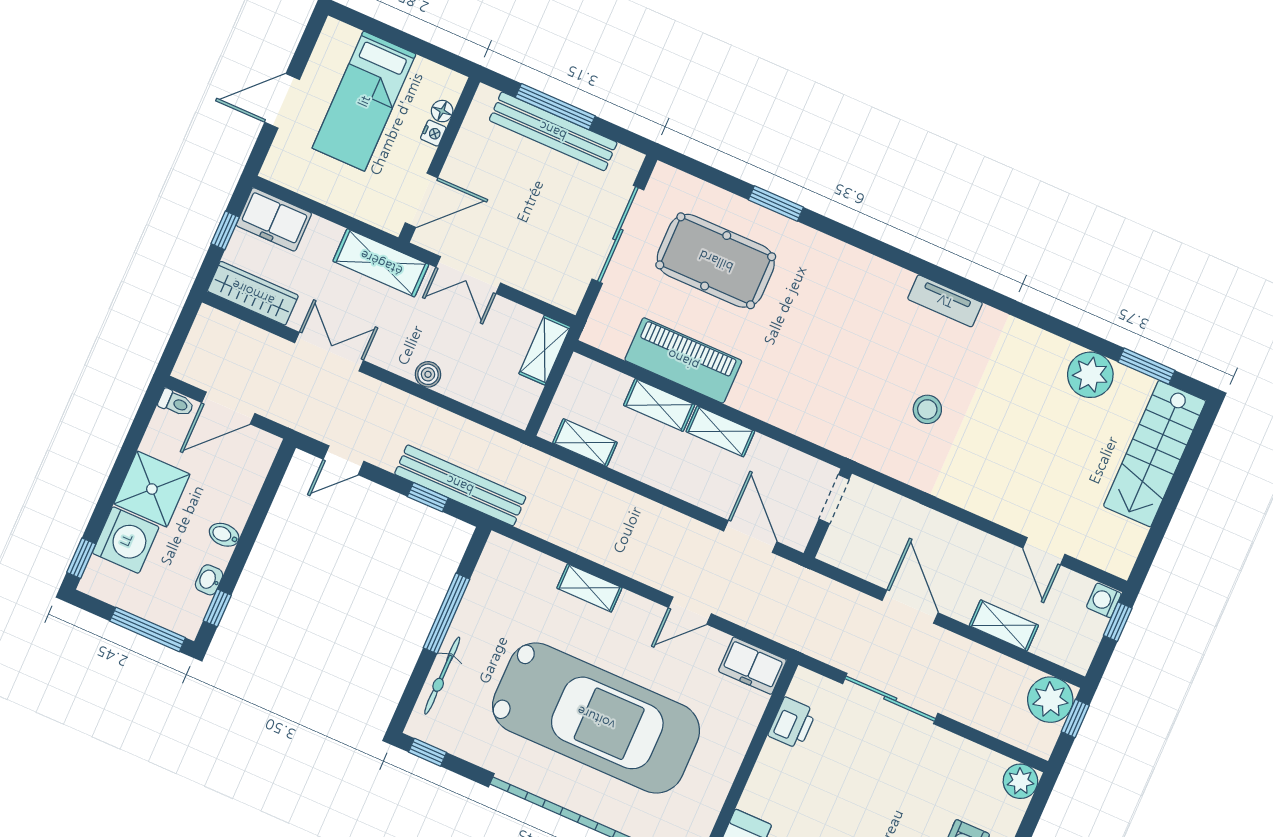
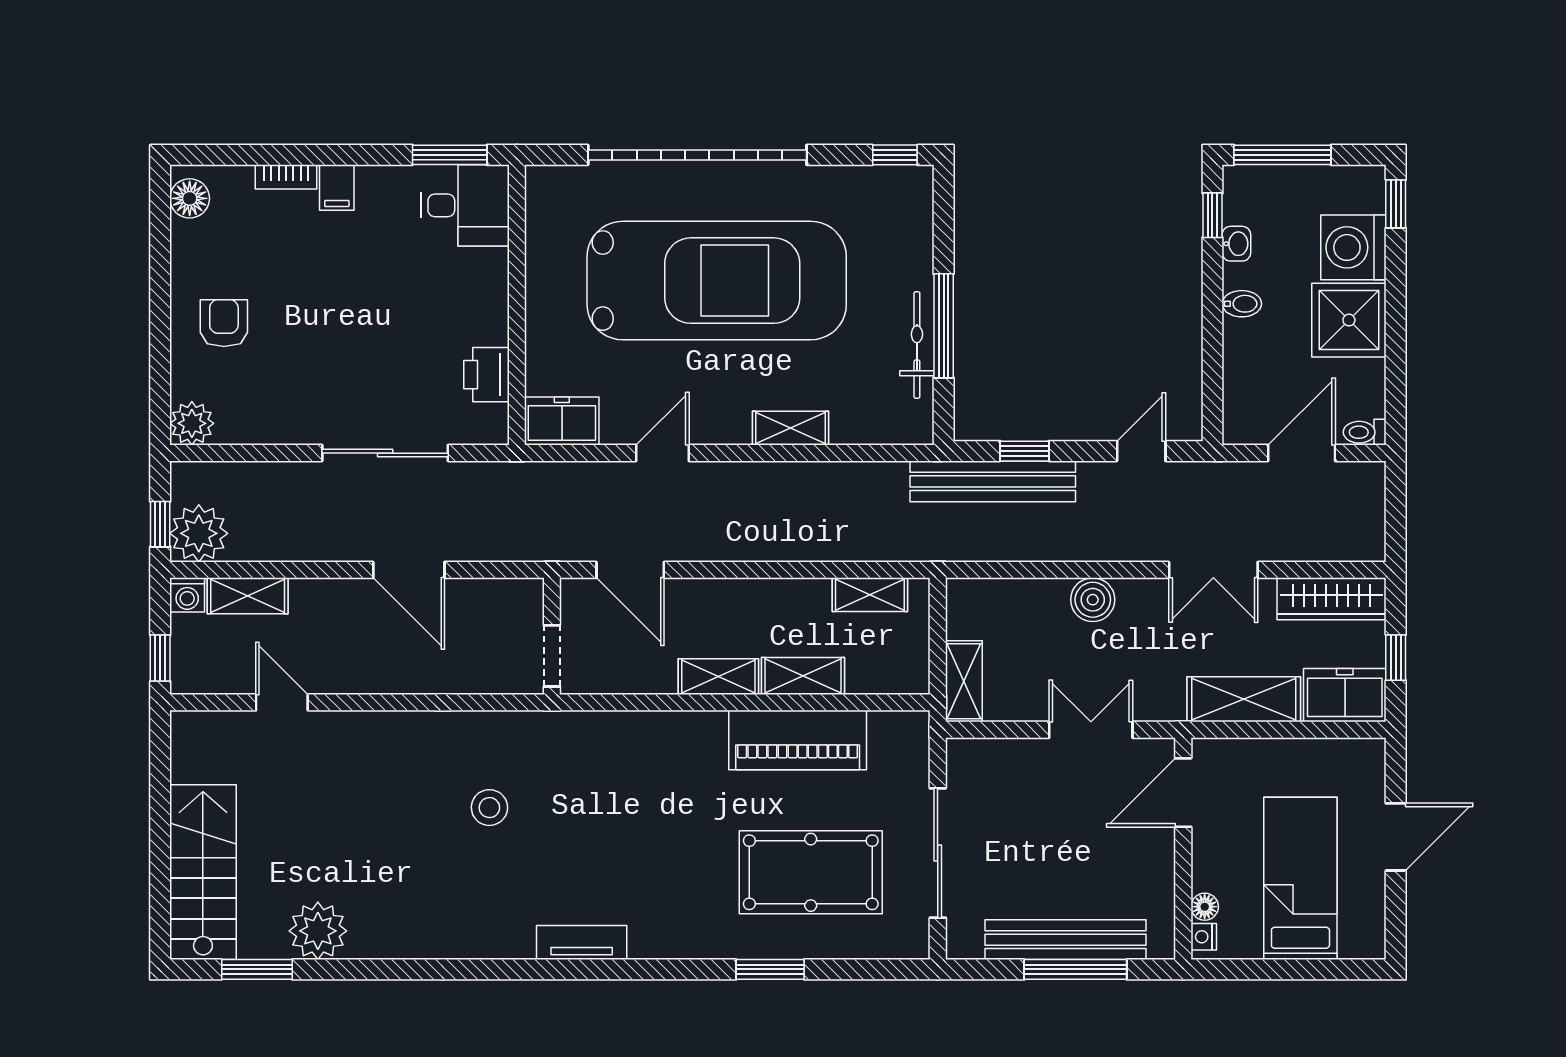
nightstand: (433, 133) -> (1204, 937), moved
shelving: (381, 263) -> (1244, 699), moved
tv unit: (945, 301) -> (582, 943), moved
boiler: (428, 374) -> (1093, 600), width x1.36, depth x1.36
washing machine: (1104, 600) -> (187, 595), moved, turned 90
shelving: (1004, 625) -> (248, 596), moved
bicycle: (442, 676) -> (917, 345), moved
car: (596, 718) -> (717, 281), turned 180

